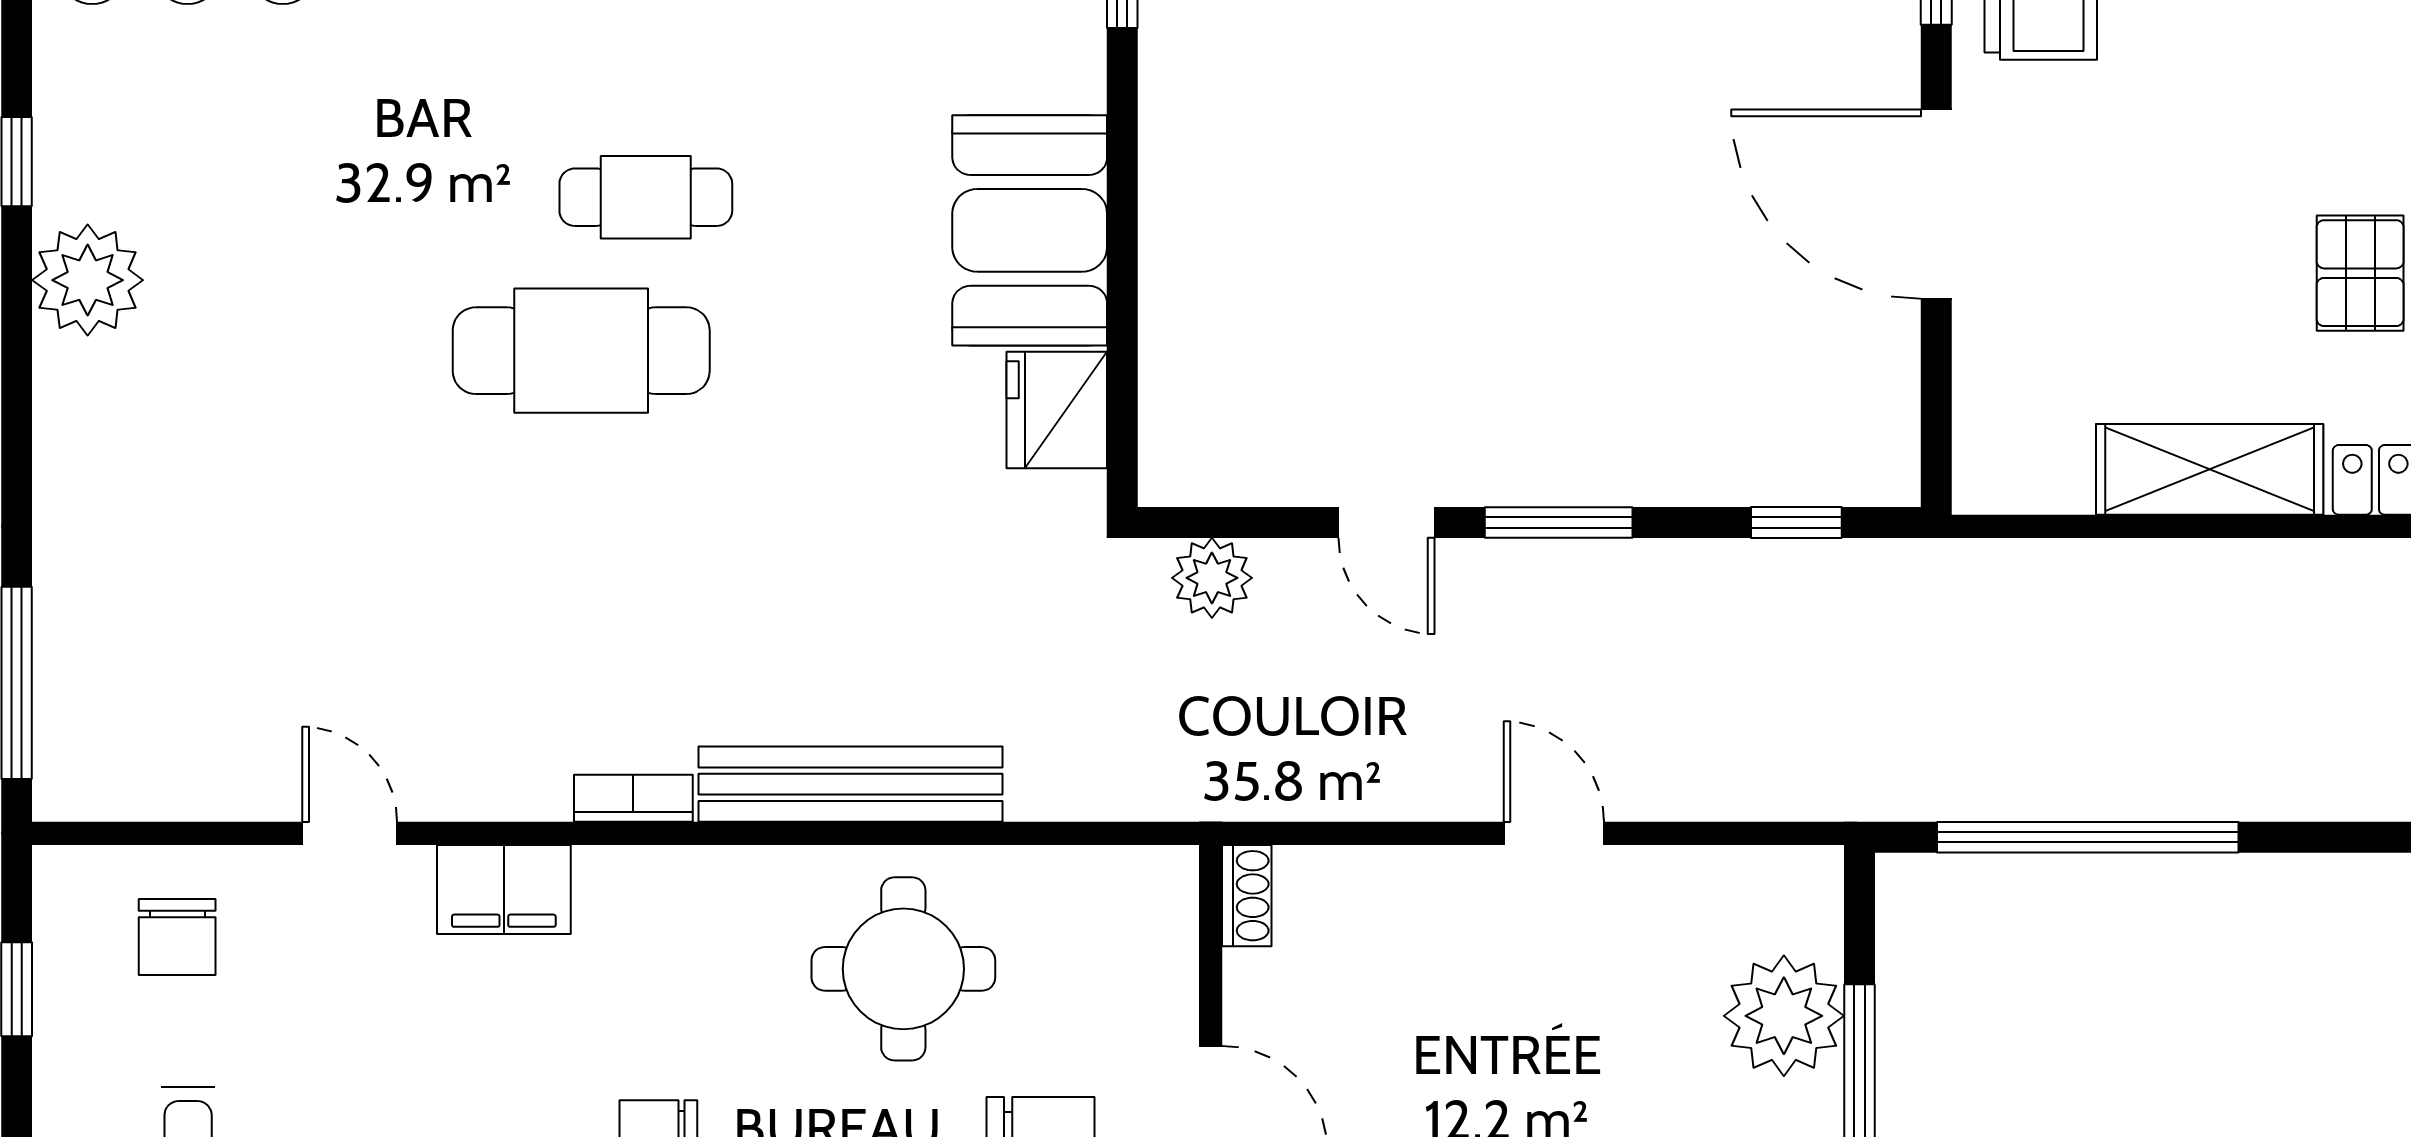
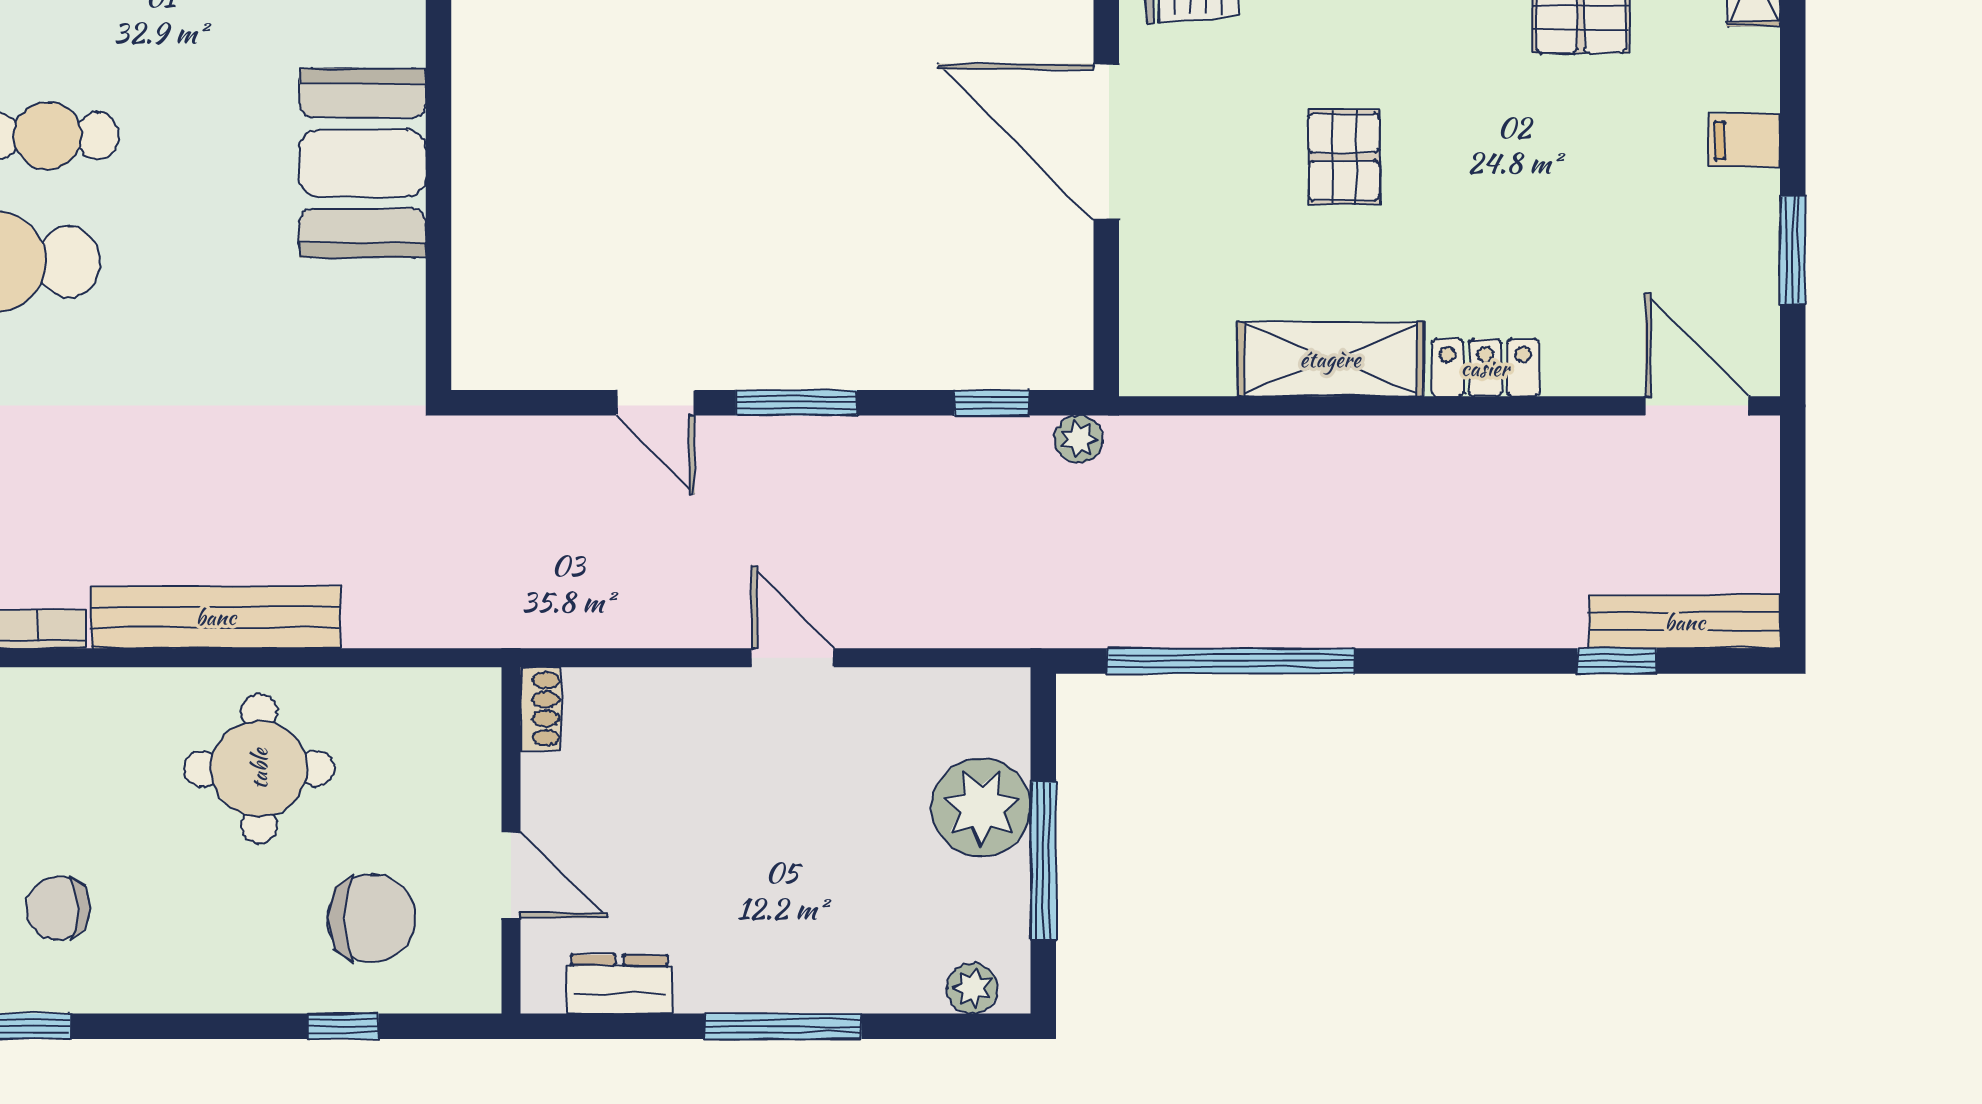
pallet: (2360, 273) -> (1344, 157), moved
fridge: (1057, 410) -> (385, 310), removed
plant: (1212, 578) -> (1079, 439), moved, width x0.73, depth x0.73

